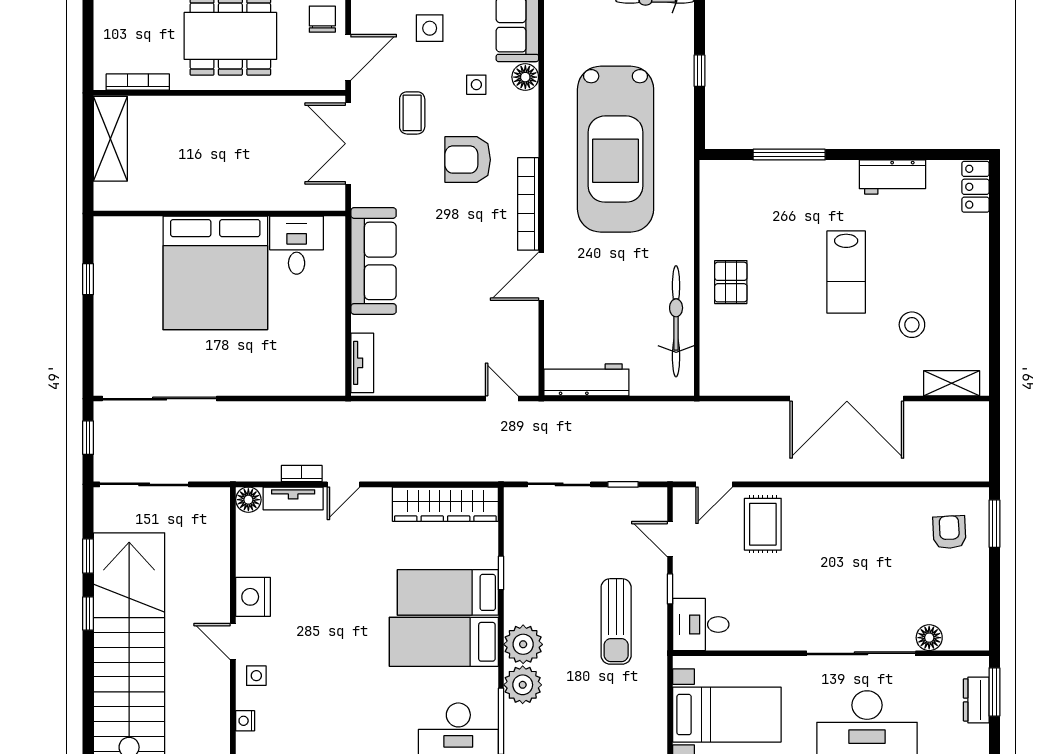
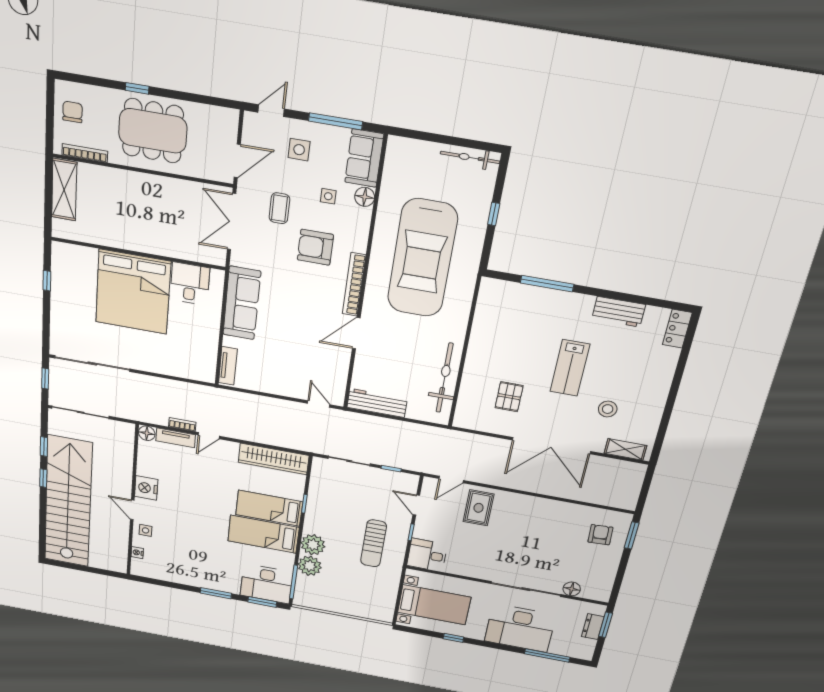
chair: (322, 19) -> (73, 112), moved
pallet: (731, 282) -> (509, 397), moved

